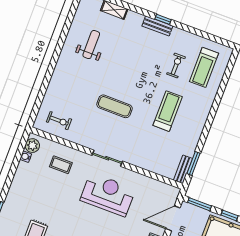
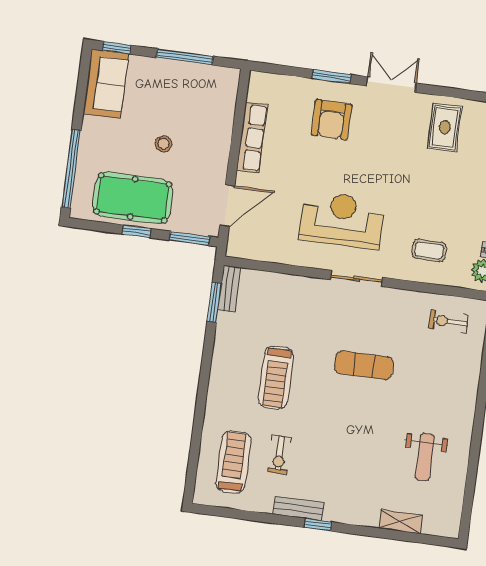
bench: (157, 26) -> (299, 508), moved
reception desk: (108, 195) -> (342, 220), turned 180

